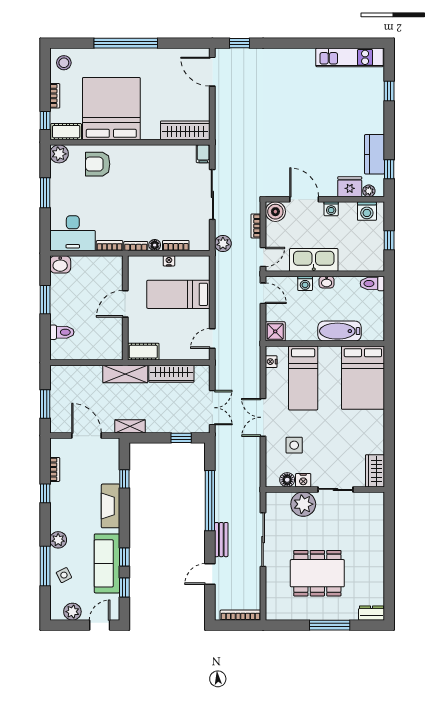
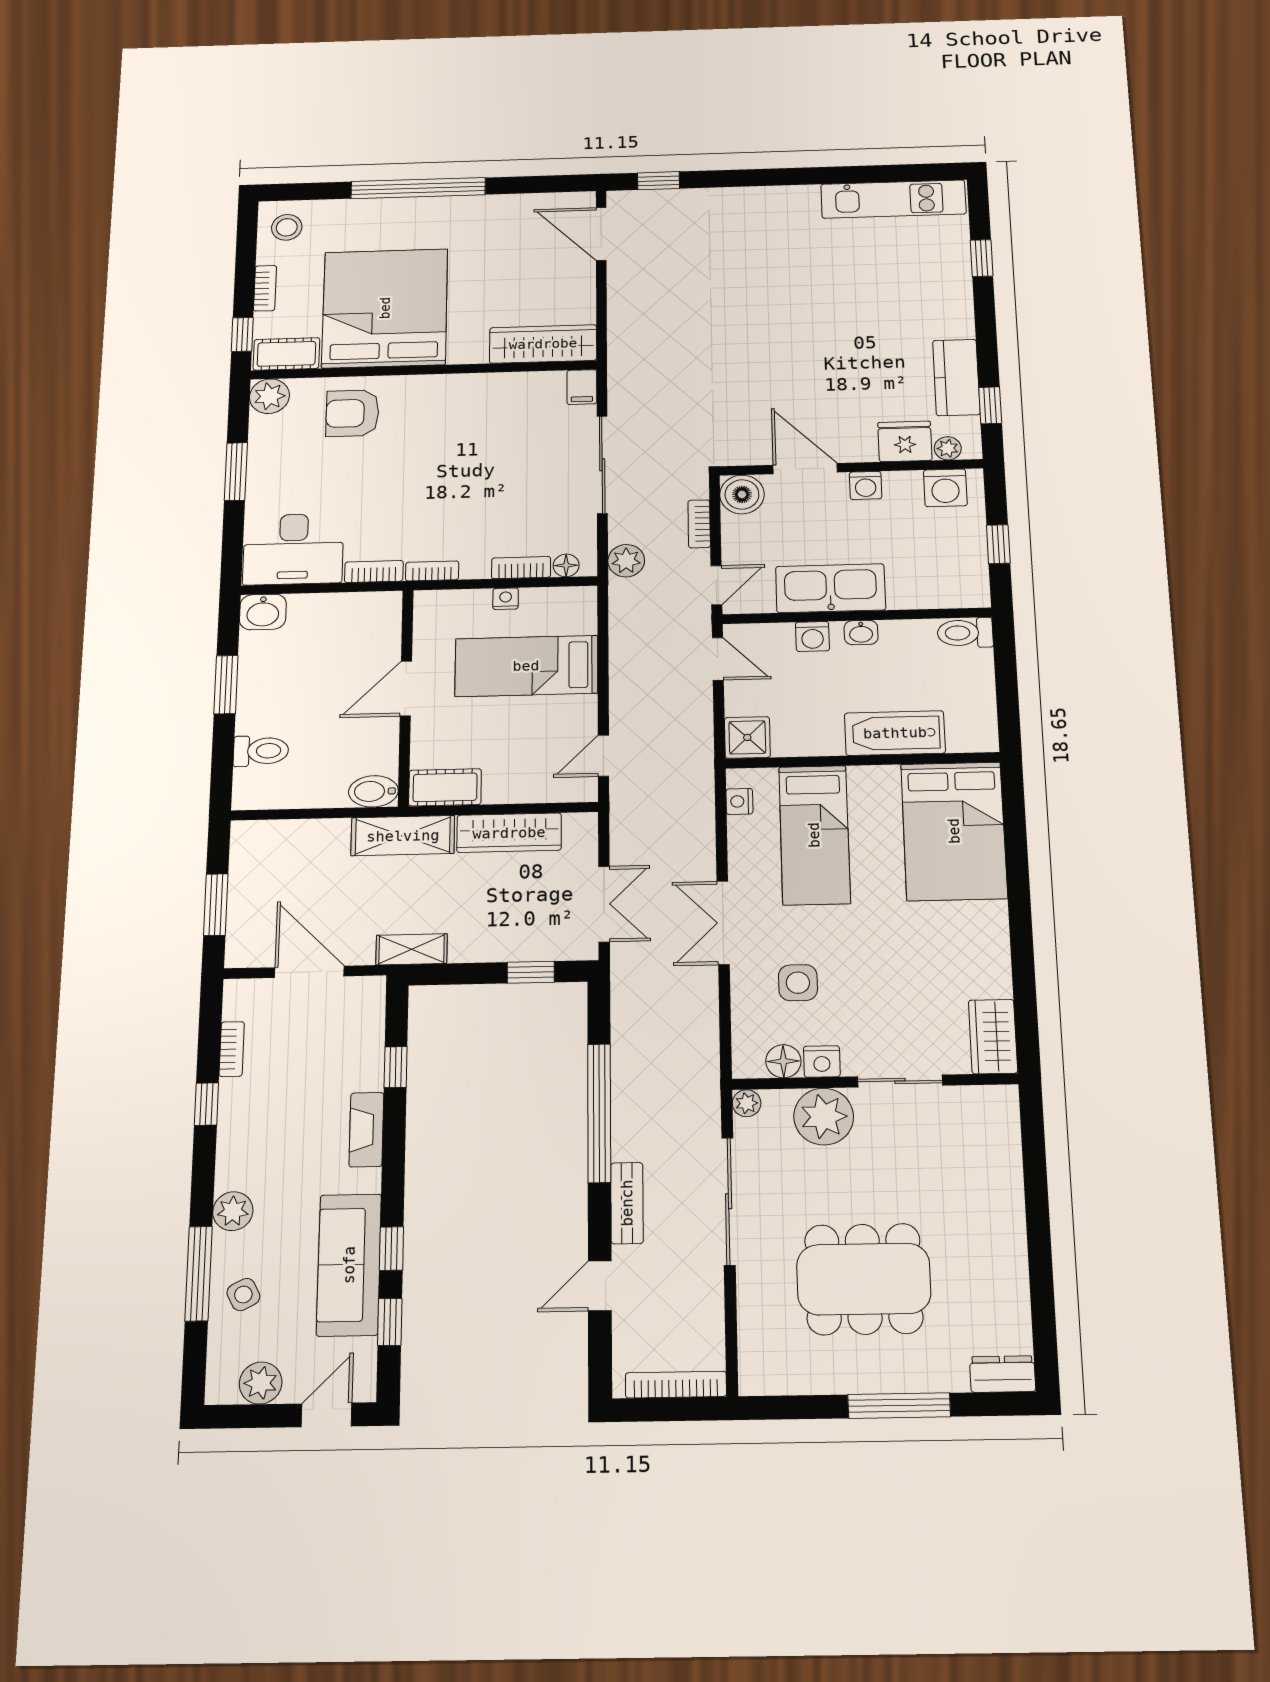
floor lamp: (155, 245) -> (566, 565), moved
bidet: (112, 353) -> (373, 791), added
plant: (271, 498) -> (747, 1103), added
fireplace: (111, 506) -> (366, 1130), width x0.73, depth x0.76

